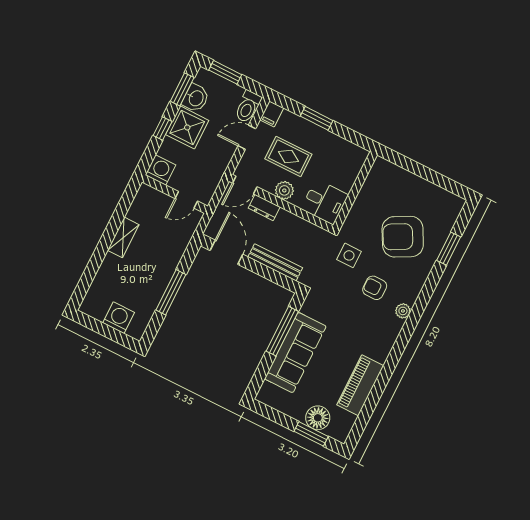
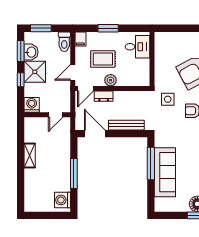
door: (247, 137) -> (73, 72), moved
desk: (325, 202) -> (138, 47), moved
washing machine: (119, 318) -> (63, 200), moved, turned -90

